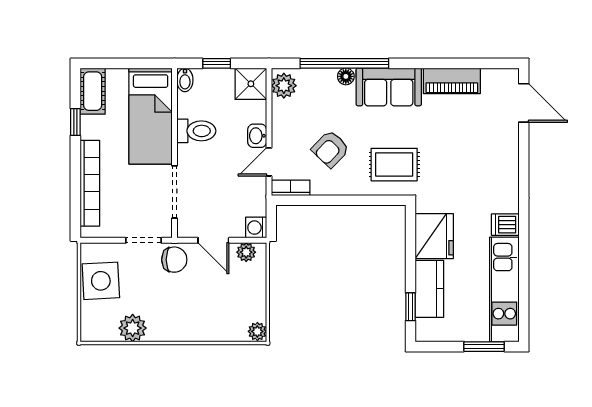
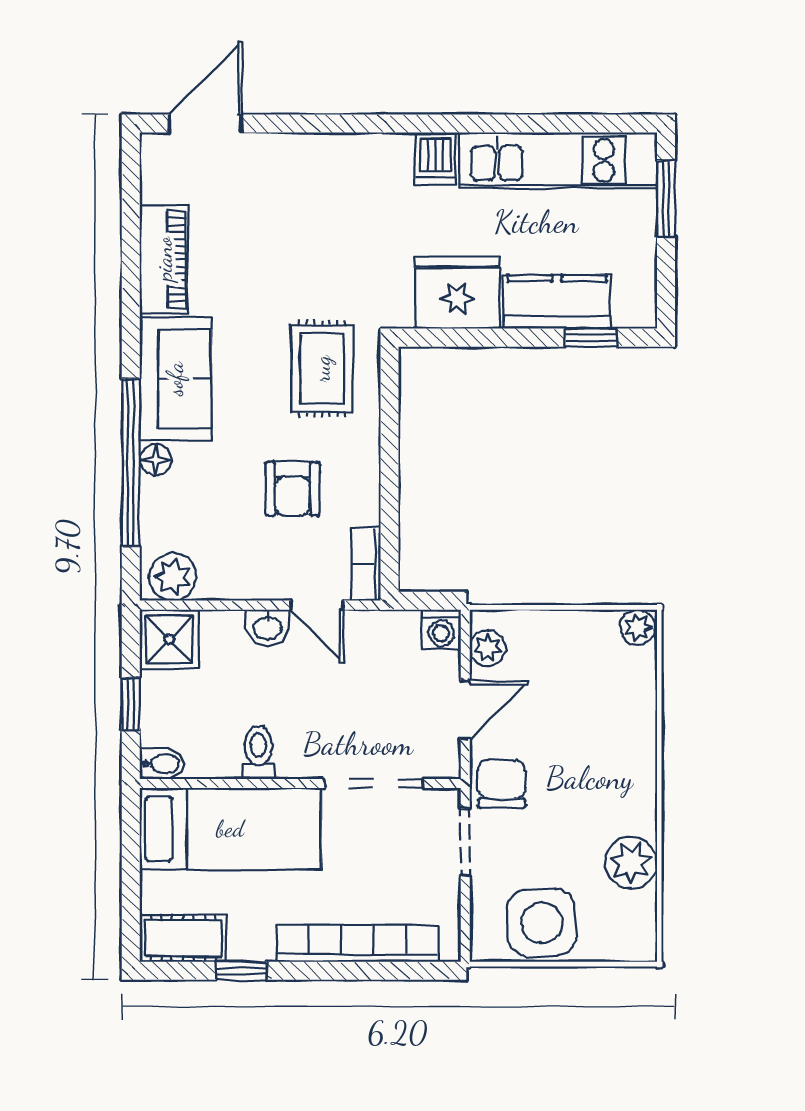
toilet: (196, 131) -> (258, 753), width x0.73, depth x0.72
armchair: (330, 149) -> (293, 489), turned 46

